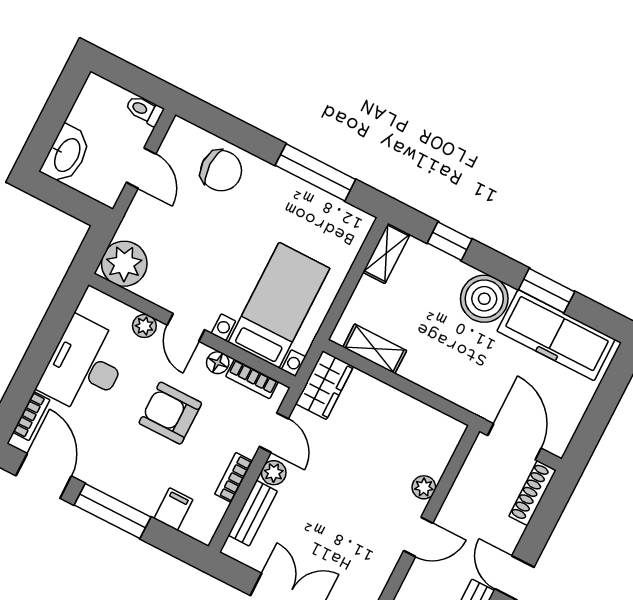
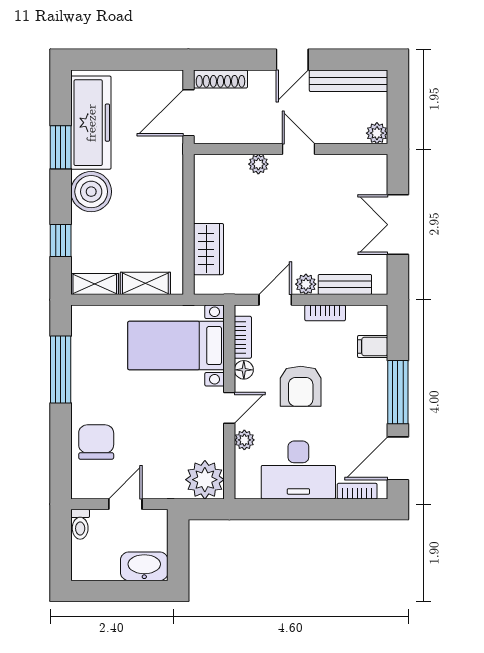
shelving: (375, 349) -> (145, 283), moved, turned 90
wardrobe: (324, 385) -> (208, 249), moved, turned 90

